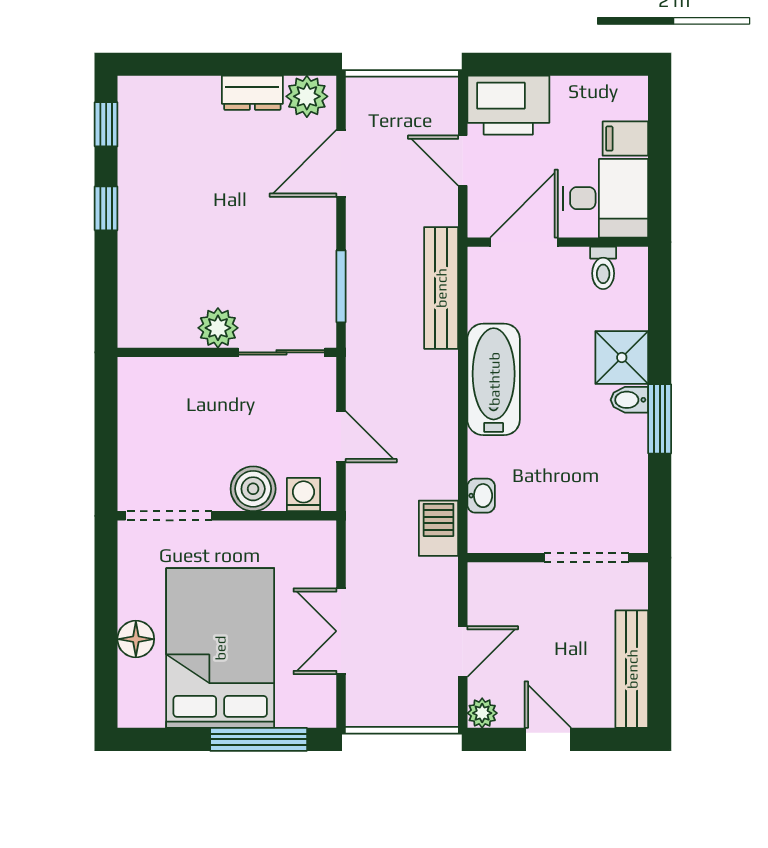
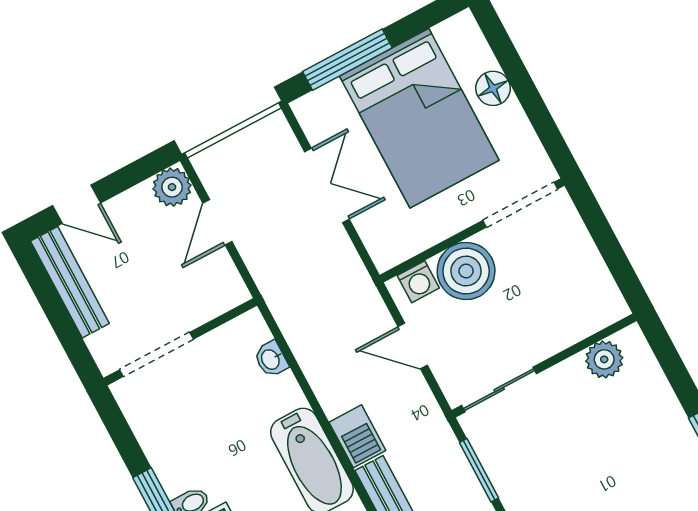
plant: (218, 328) -> (604, 359), moved
boiler: (253, 489) -> (466, 271), width x1.37, depth x1.37
barbecue: (438, 528) -> (357, 436), moved
plant: (482, 713) -> (172, 187), width x1.38, depth x1.38
door: (548, 739) -> (76, 204), moved

